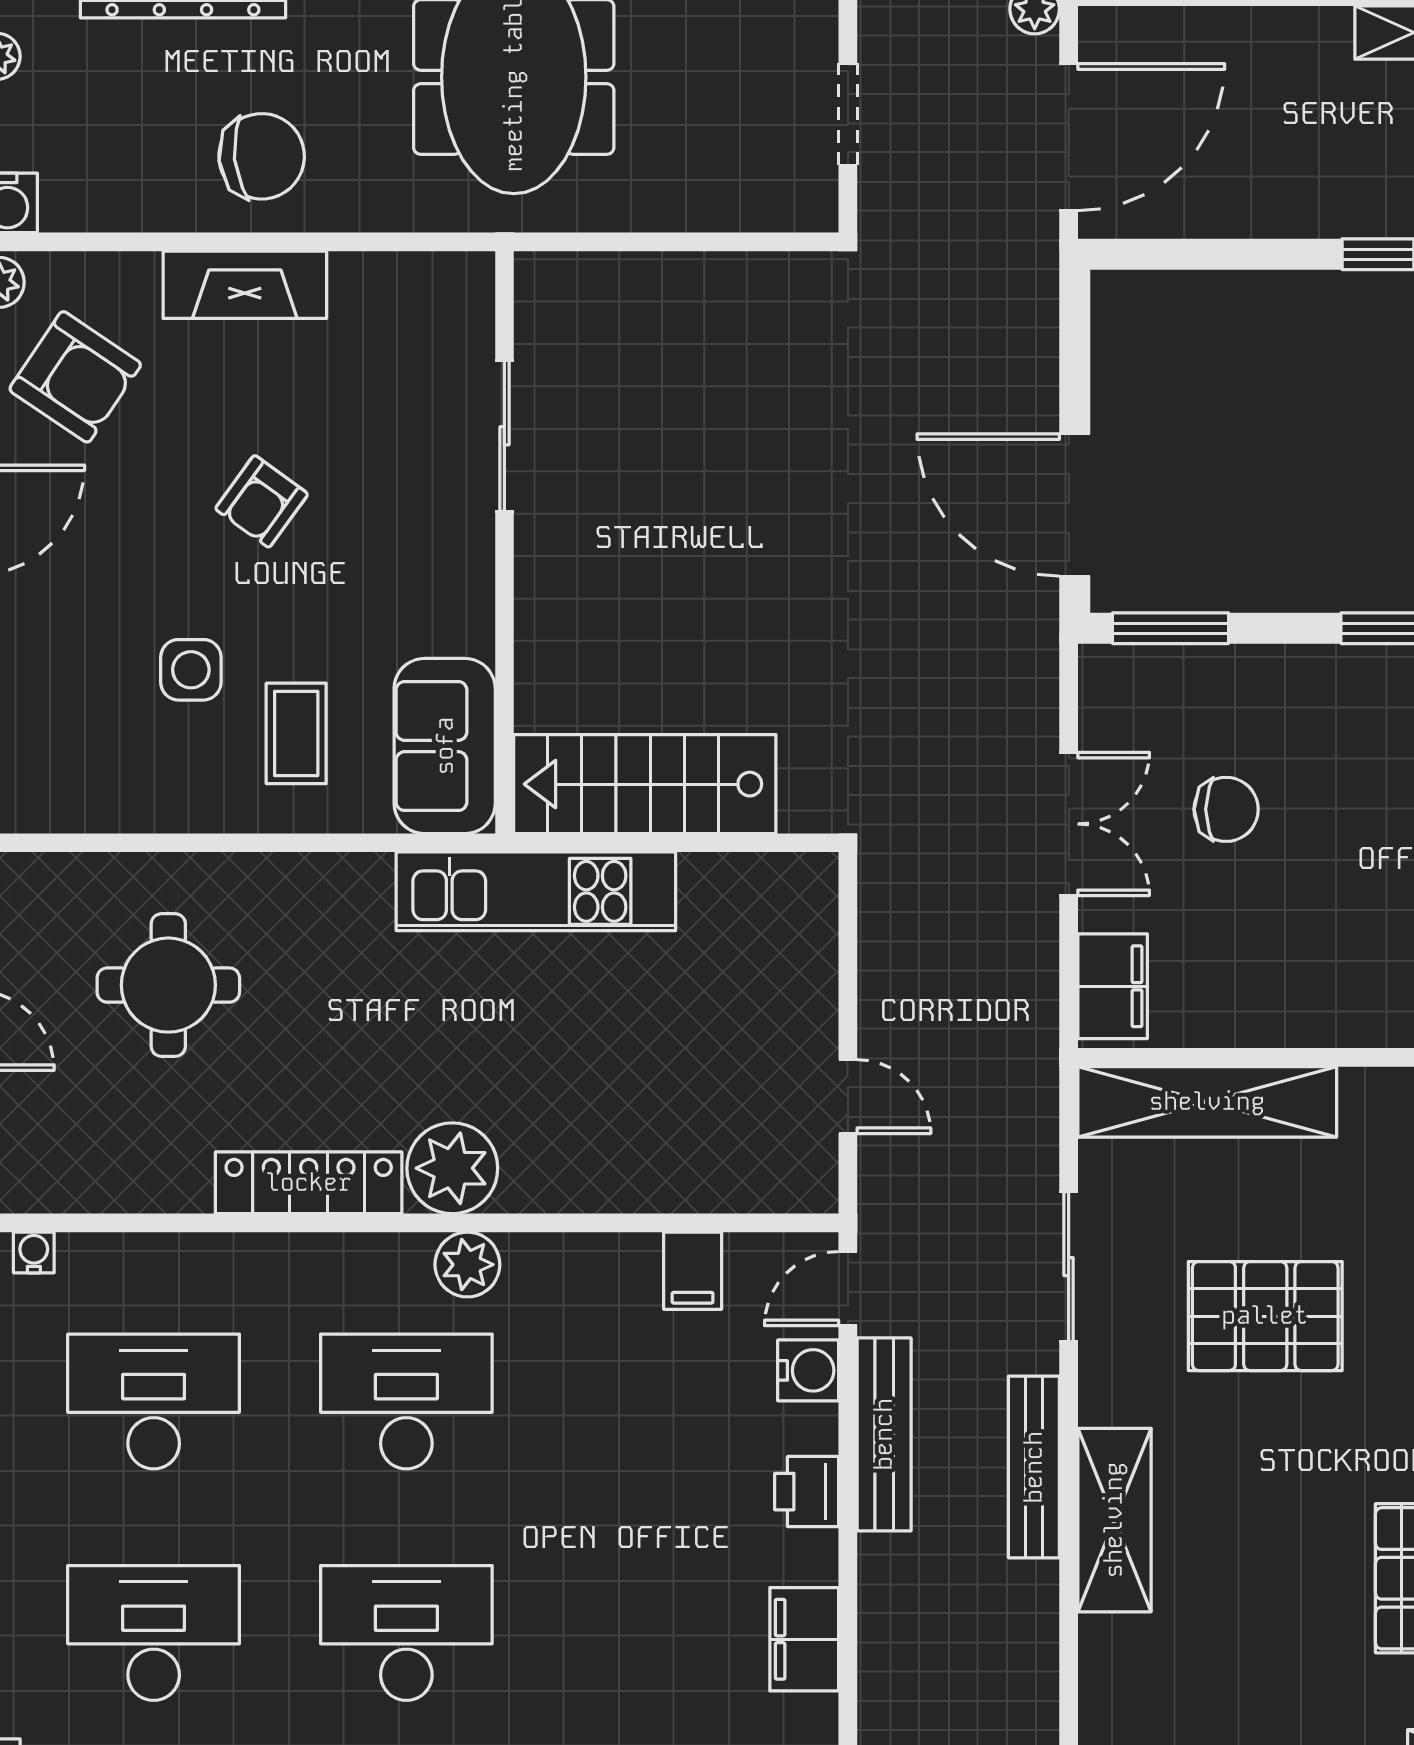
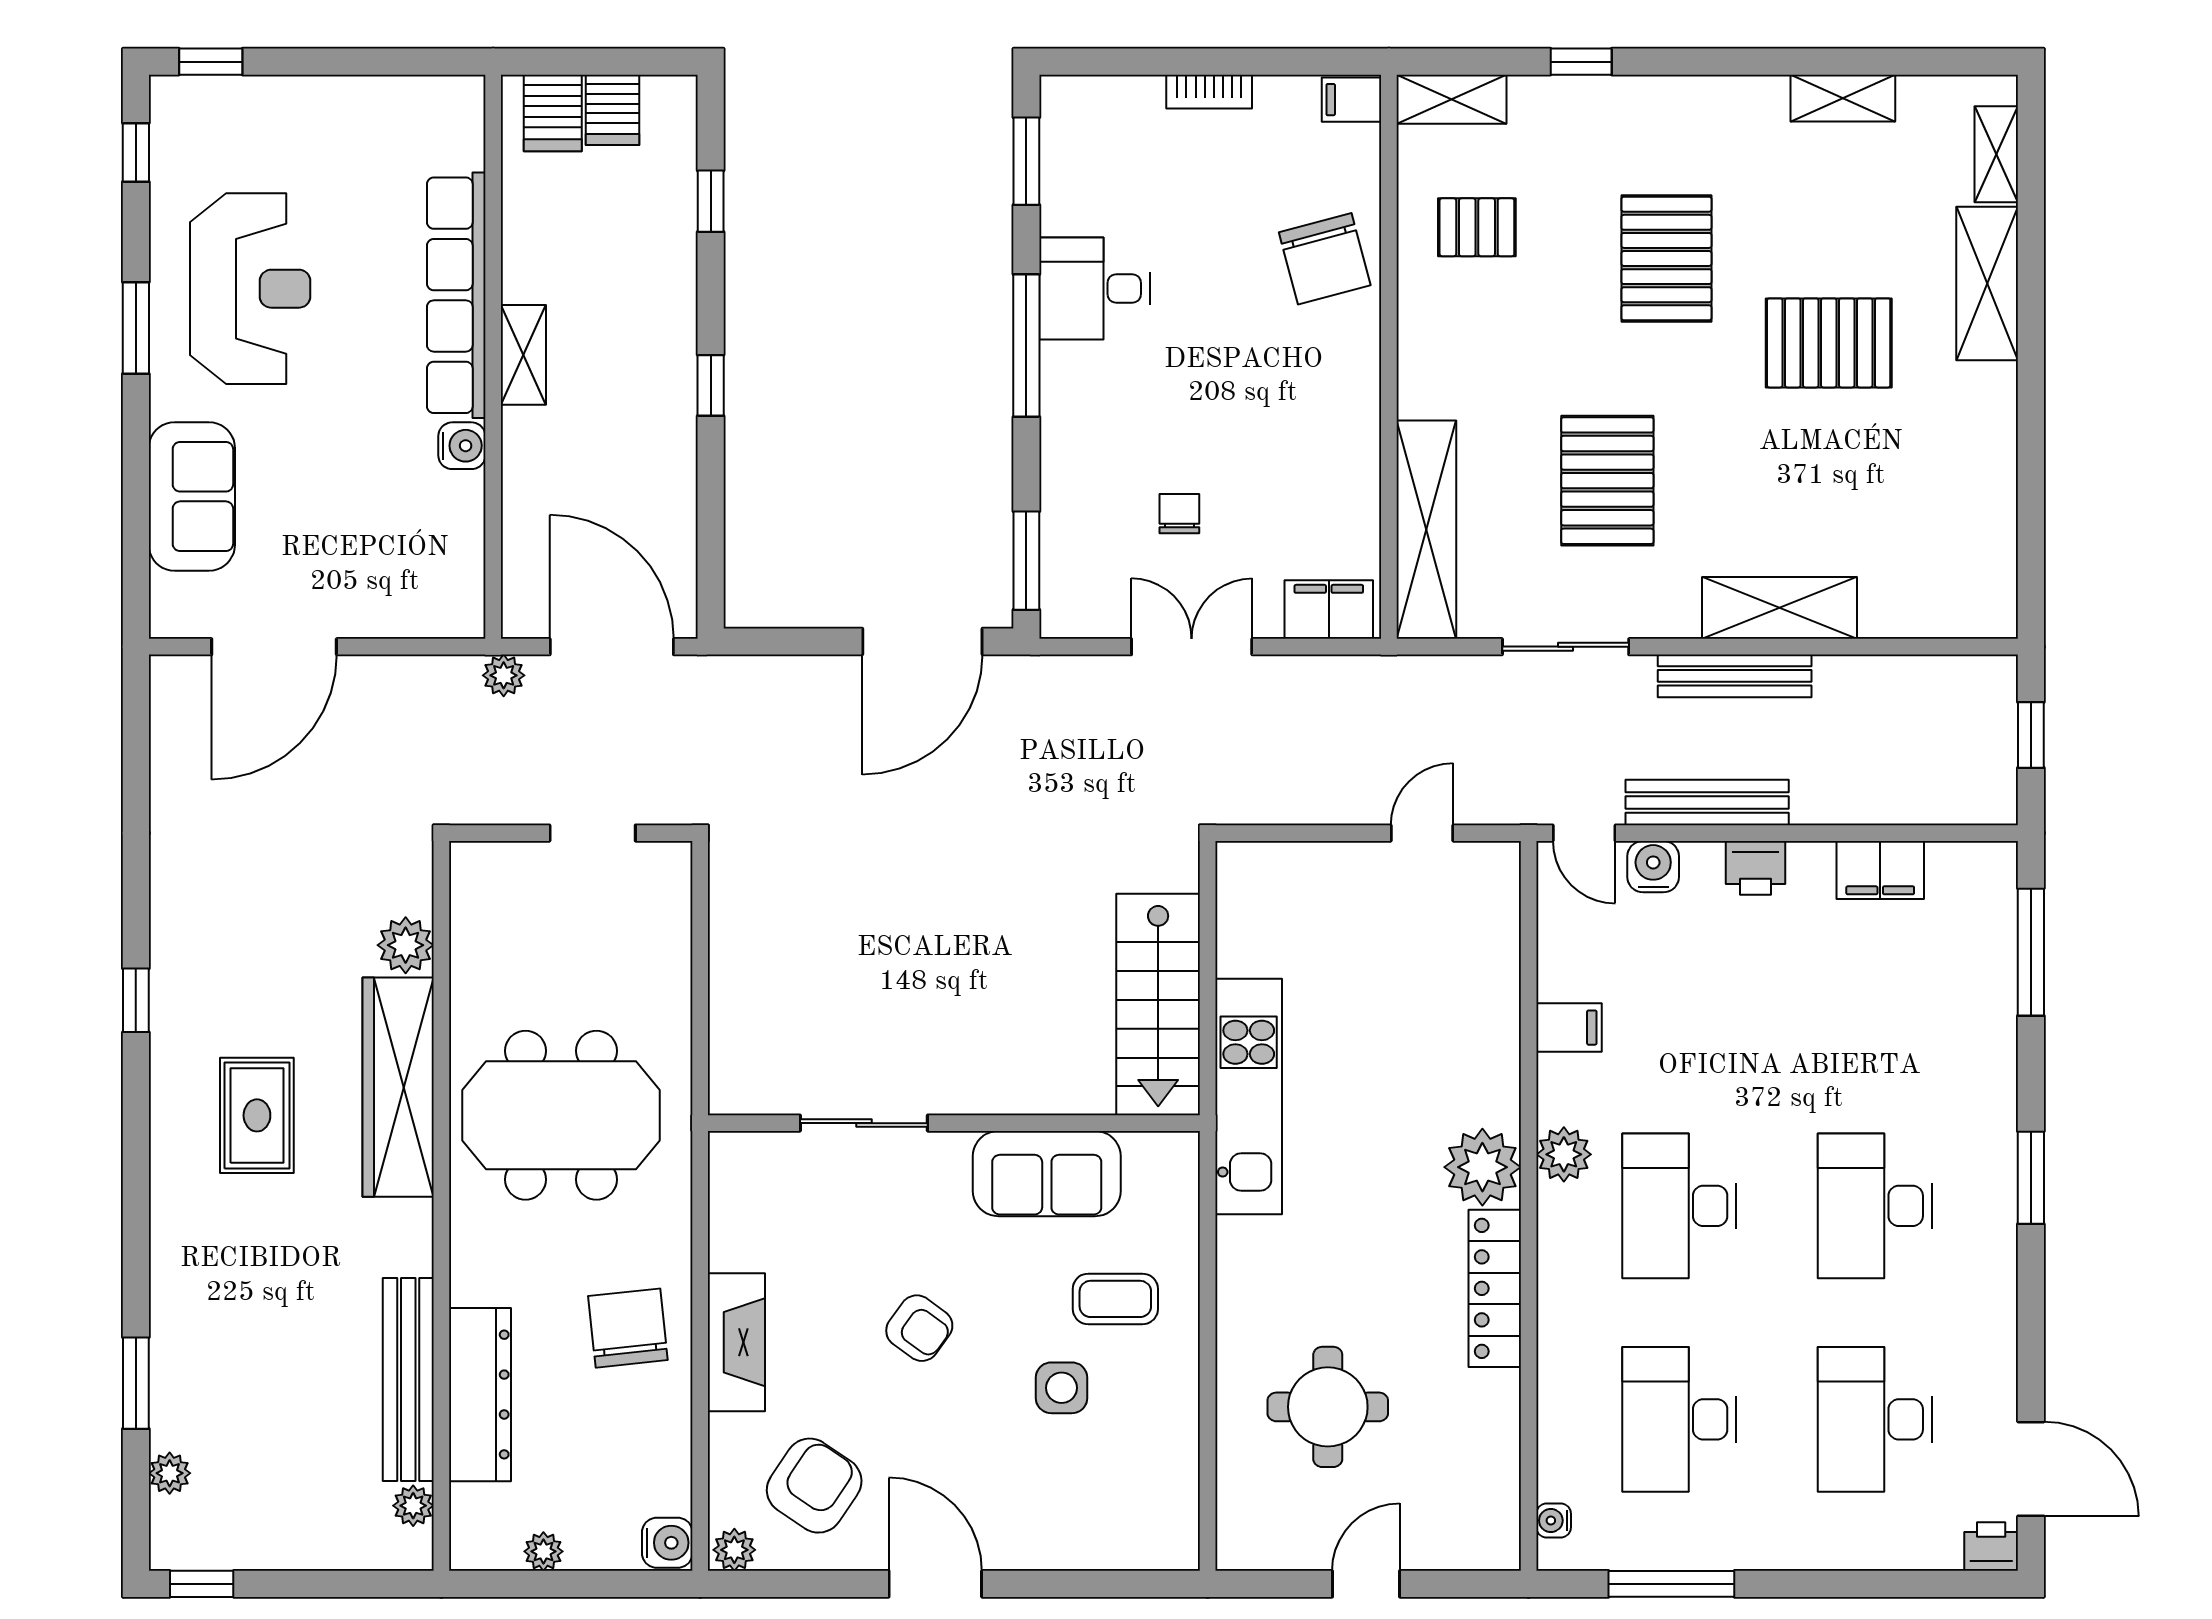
sofa: (445, 746) -> (1047, 1174), moved
chair: (1226, 809) -> (1179, 514), width x0.73, depth x0.73
filing cabinet: (693, 1271) -> (1569, 1028), moved

